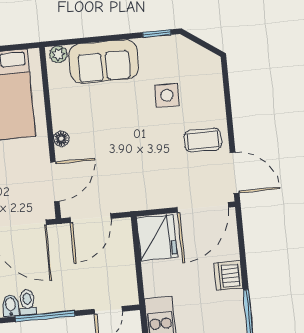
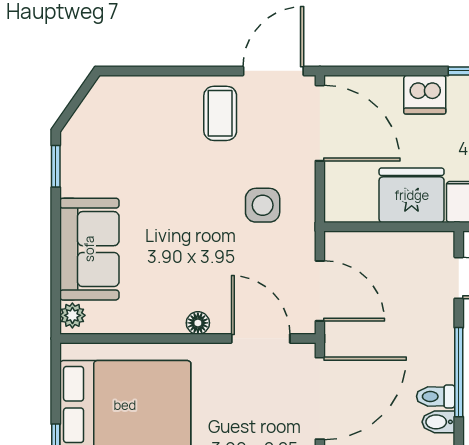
side table: (167, 95) -> (263, 205), moved
fridge: (157, 238) -> (412, 195), moved

